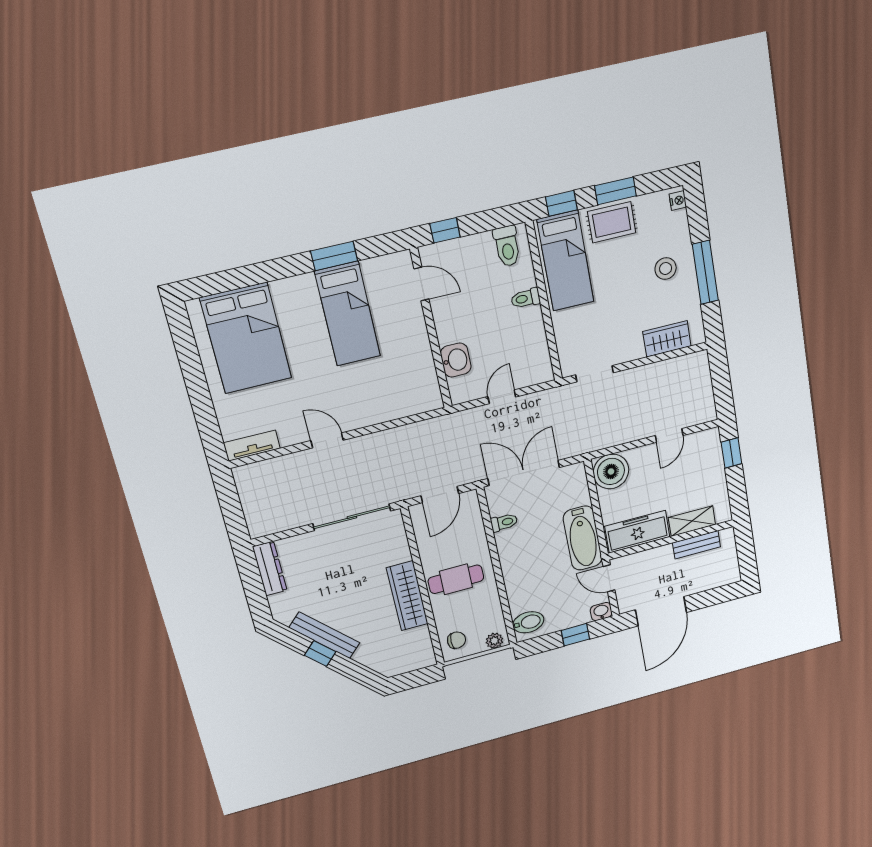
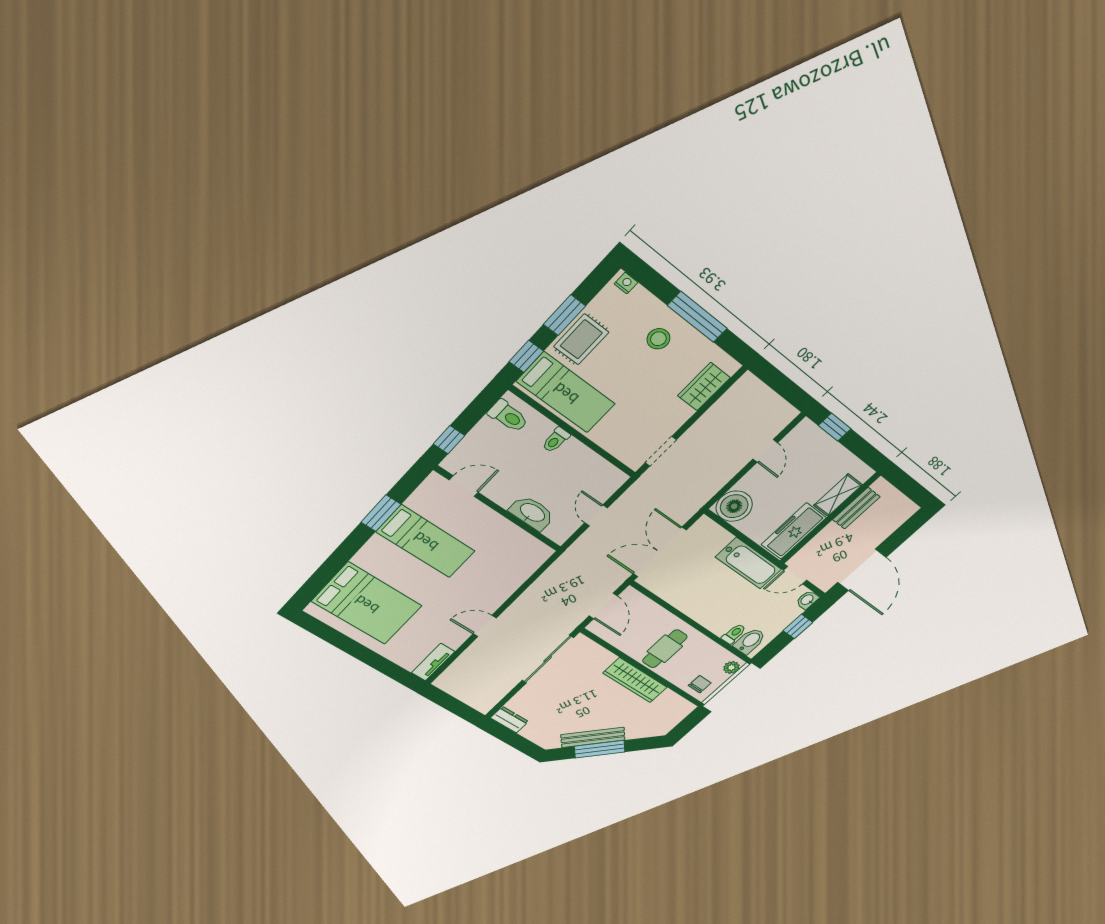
washbasin: (456, 360) -> (532, 513), width x1.38
toilet: (504, 522) -> (734, 634), moved
dresser: (270, 569) -> (509, 720), width x0.70
window: (320, 654) -> (600, 749), width x2.17

